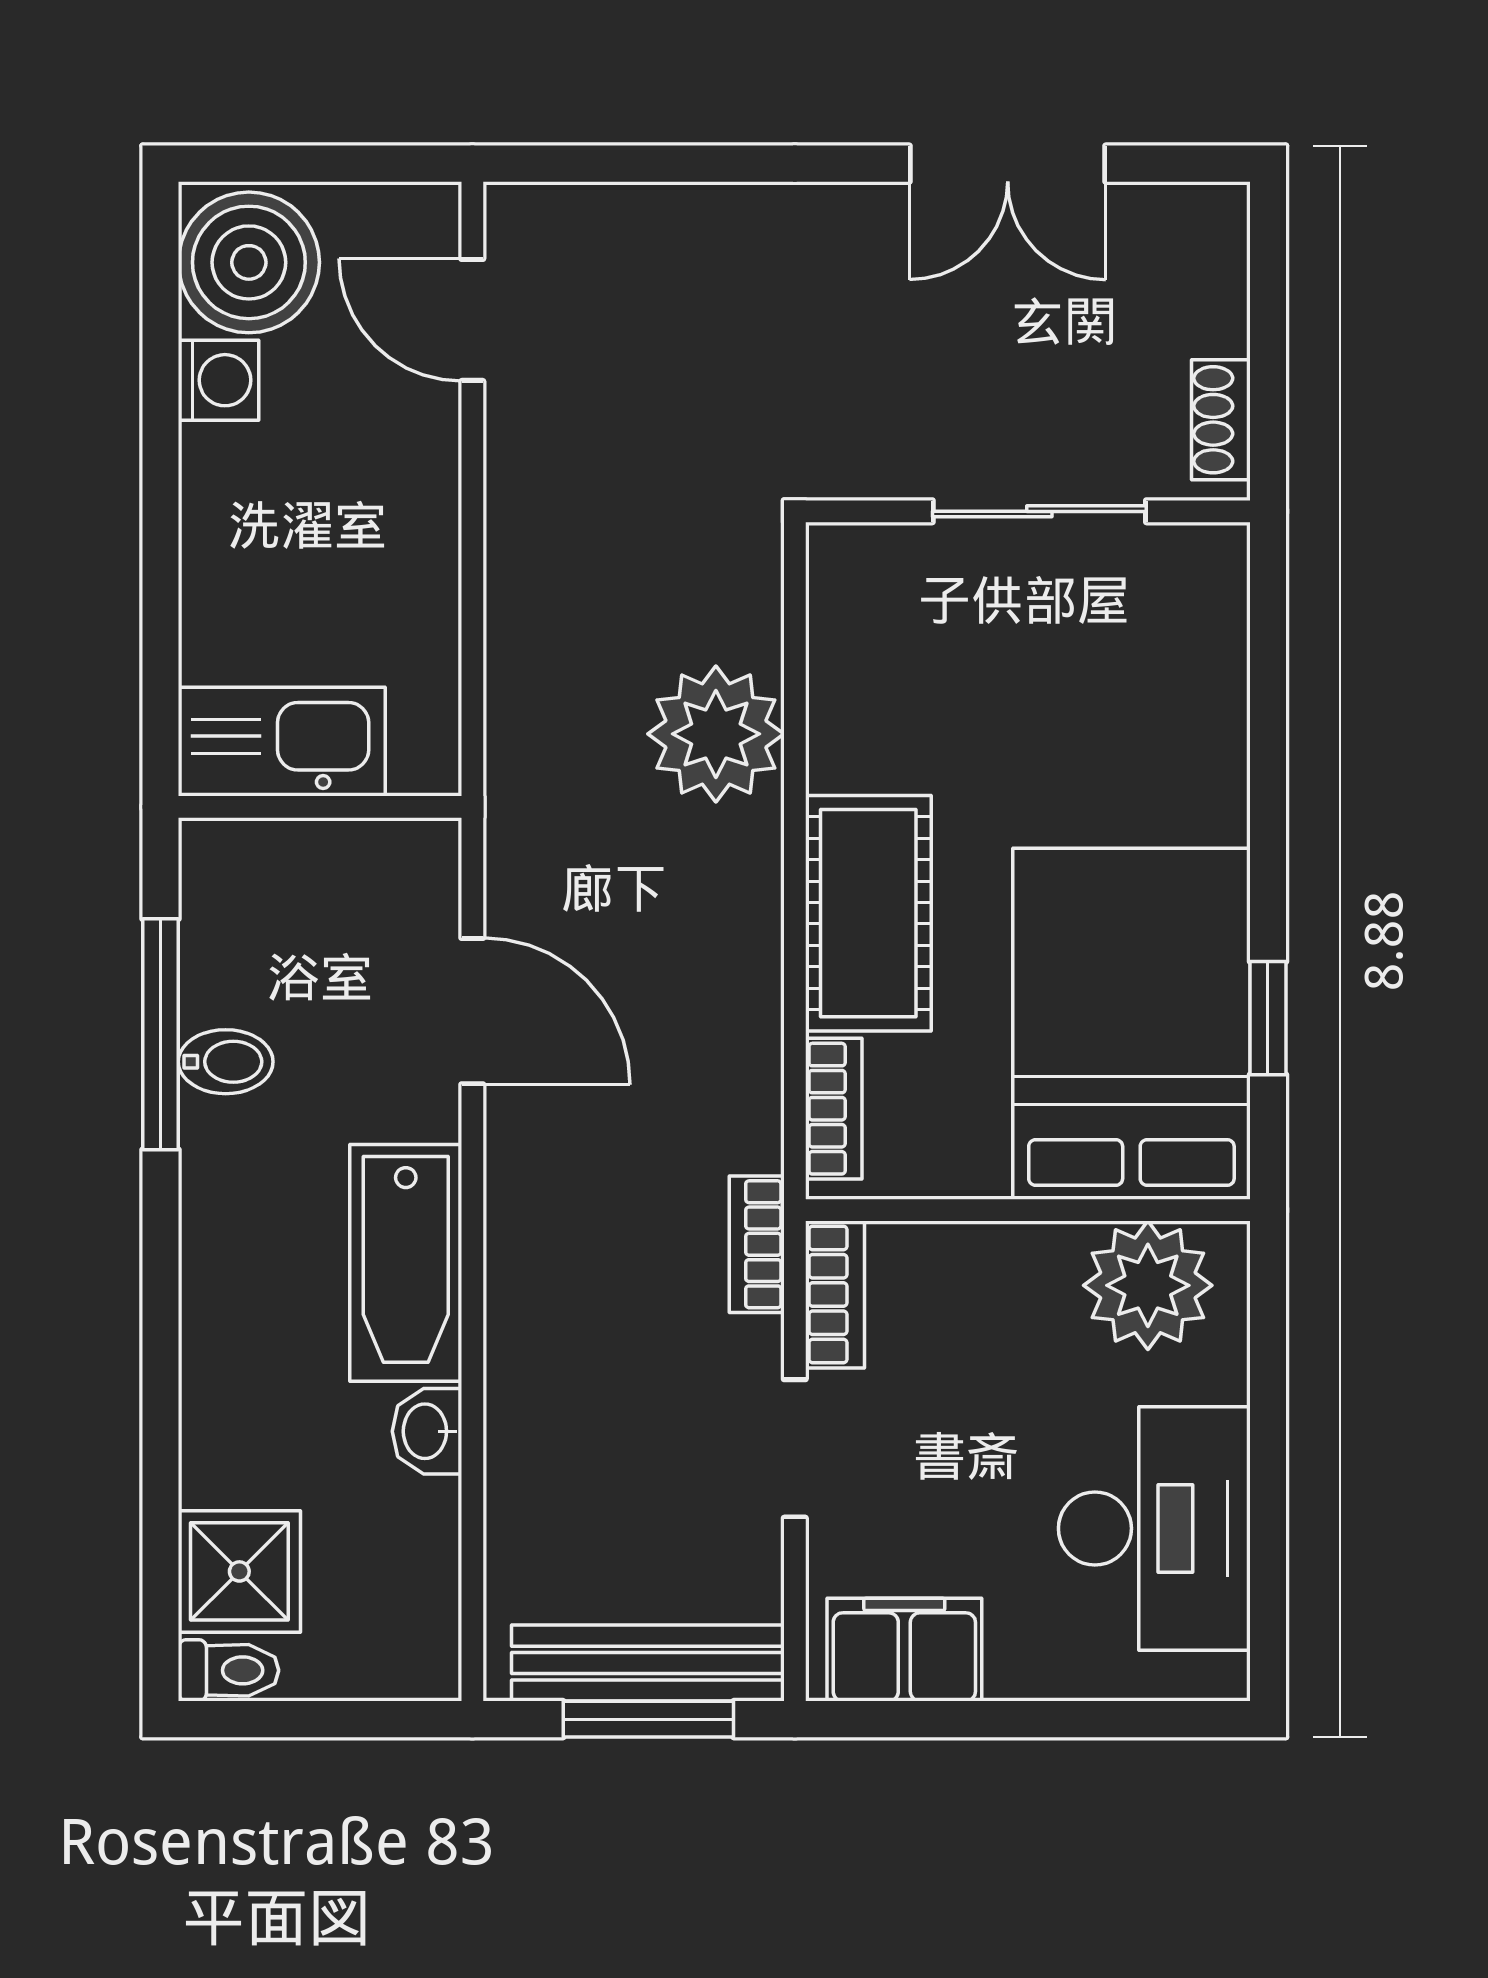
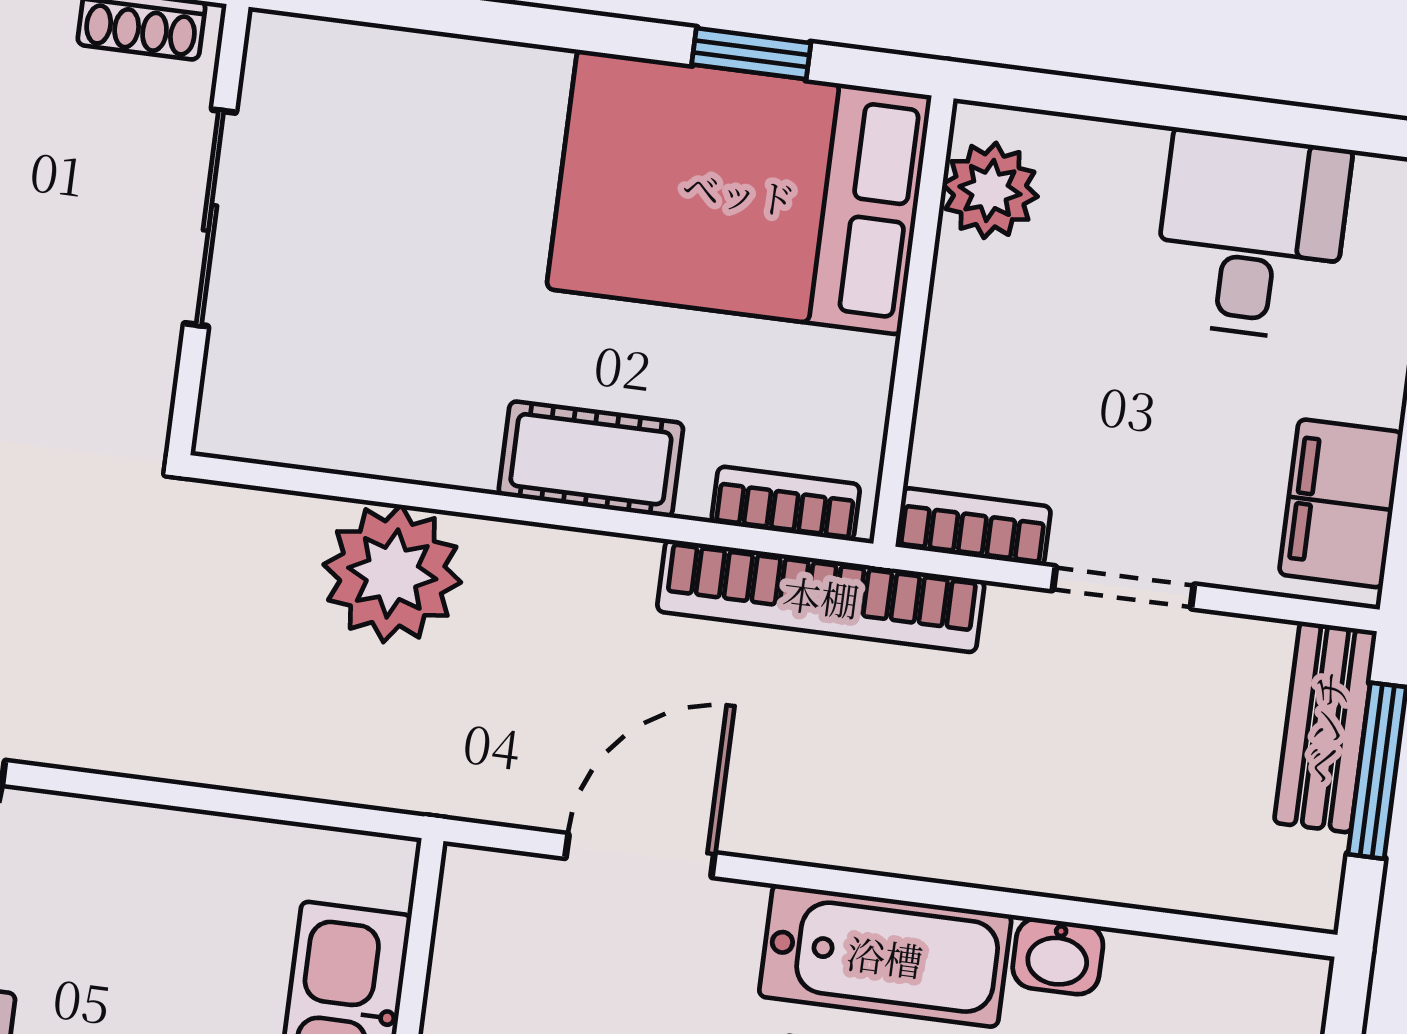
cot: (868, 913) -> (591, 459), width x0.73, depth x0.75
bookcase: (757, 1244) -> (821, 596), width x2.31, depth x1.31
plant: (1148, 1285) -> (990, 190), width x0.73, depth x0.73
desk: (1154, 1528) -> (1251, 235), width x0.73
bench: (648, 1663) -> (1325, 727), width x0.73

